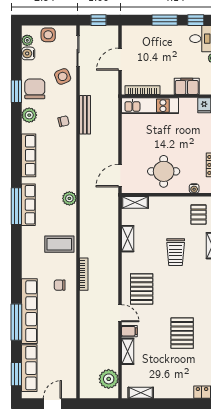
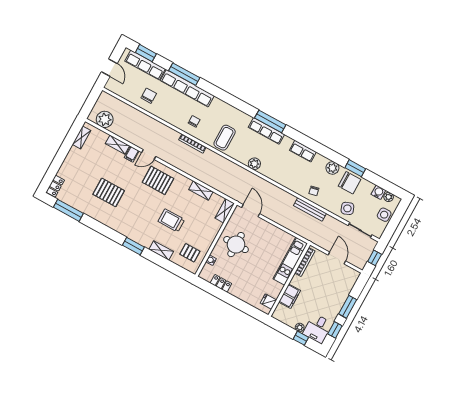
row of seats: (29, 155) -> (303, 151), width x0.68
chair: (59, 347) -> (149, 96), added

